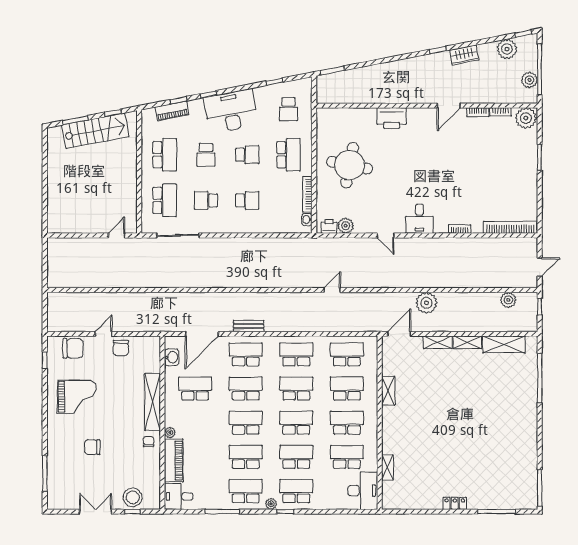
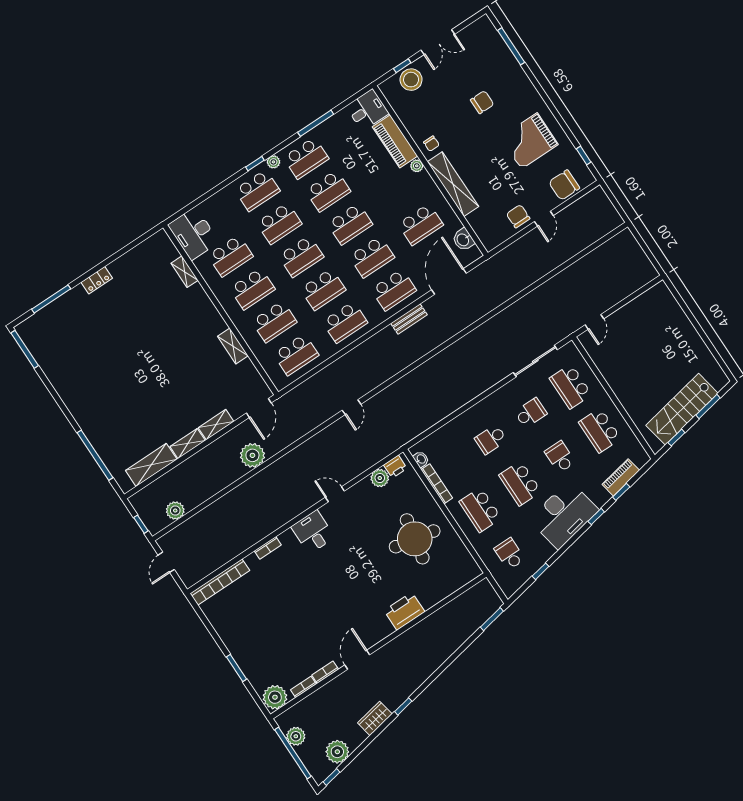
school desk: (247, 155) -> (520, 483), width x1.85

